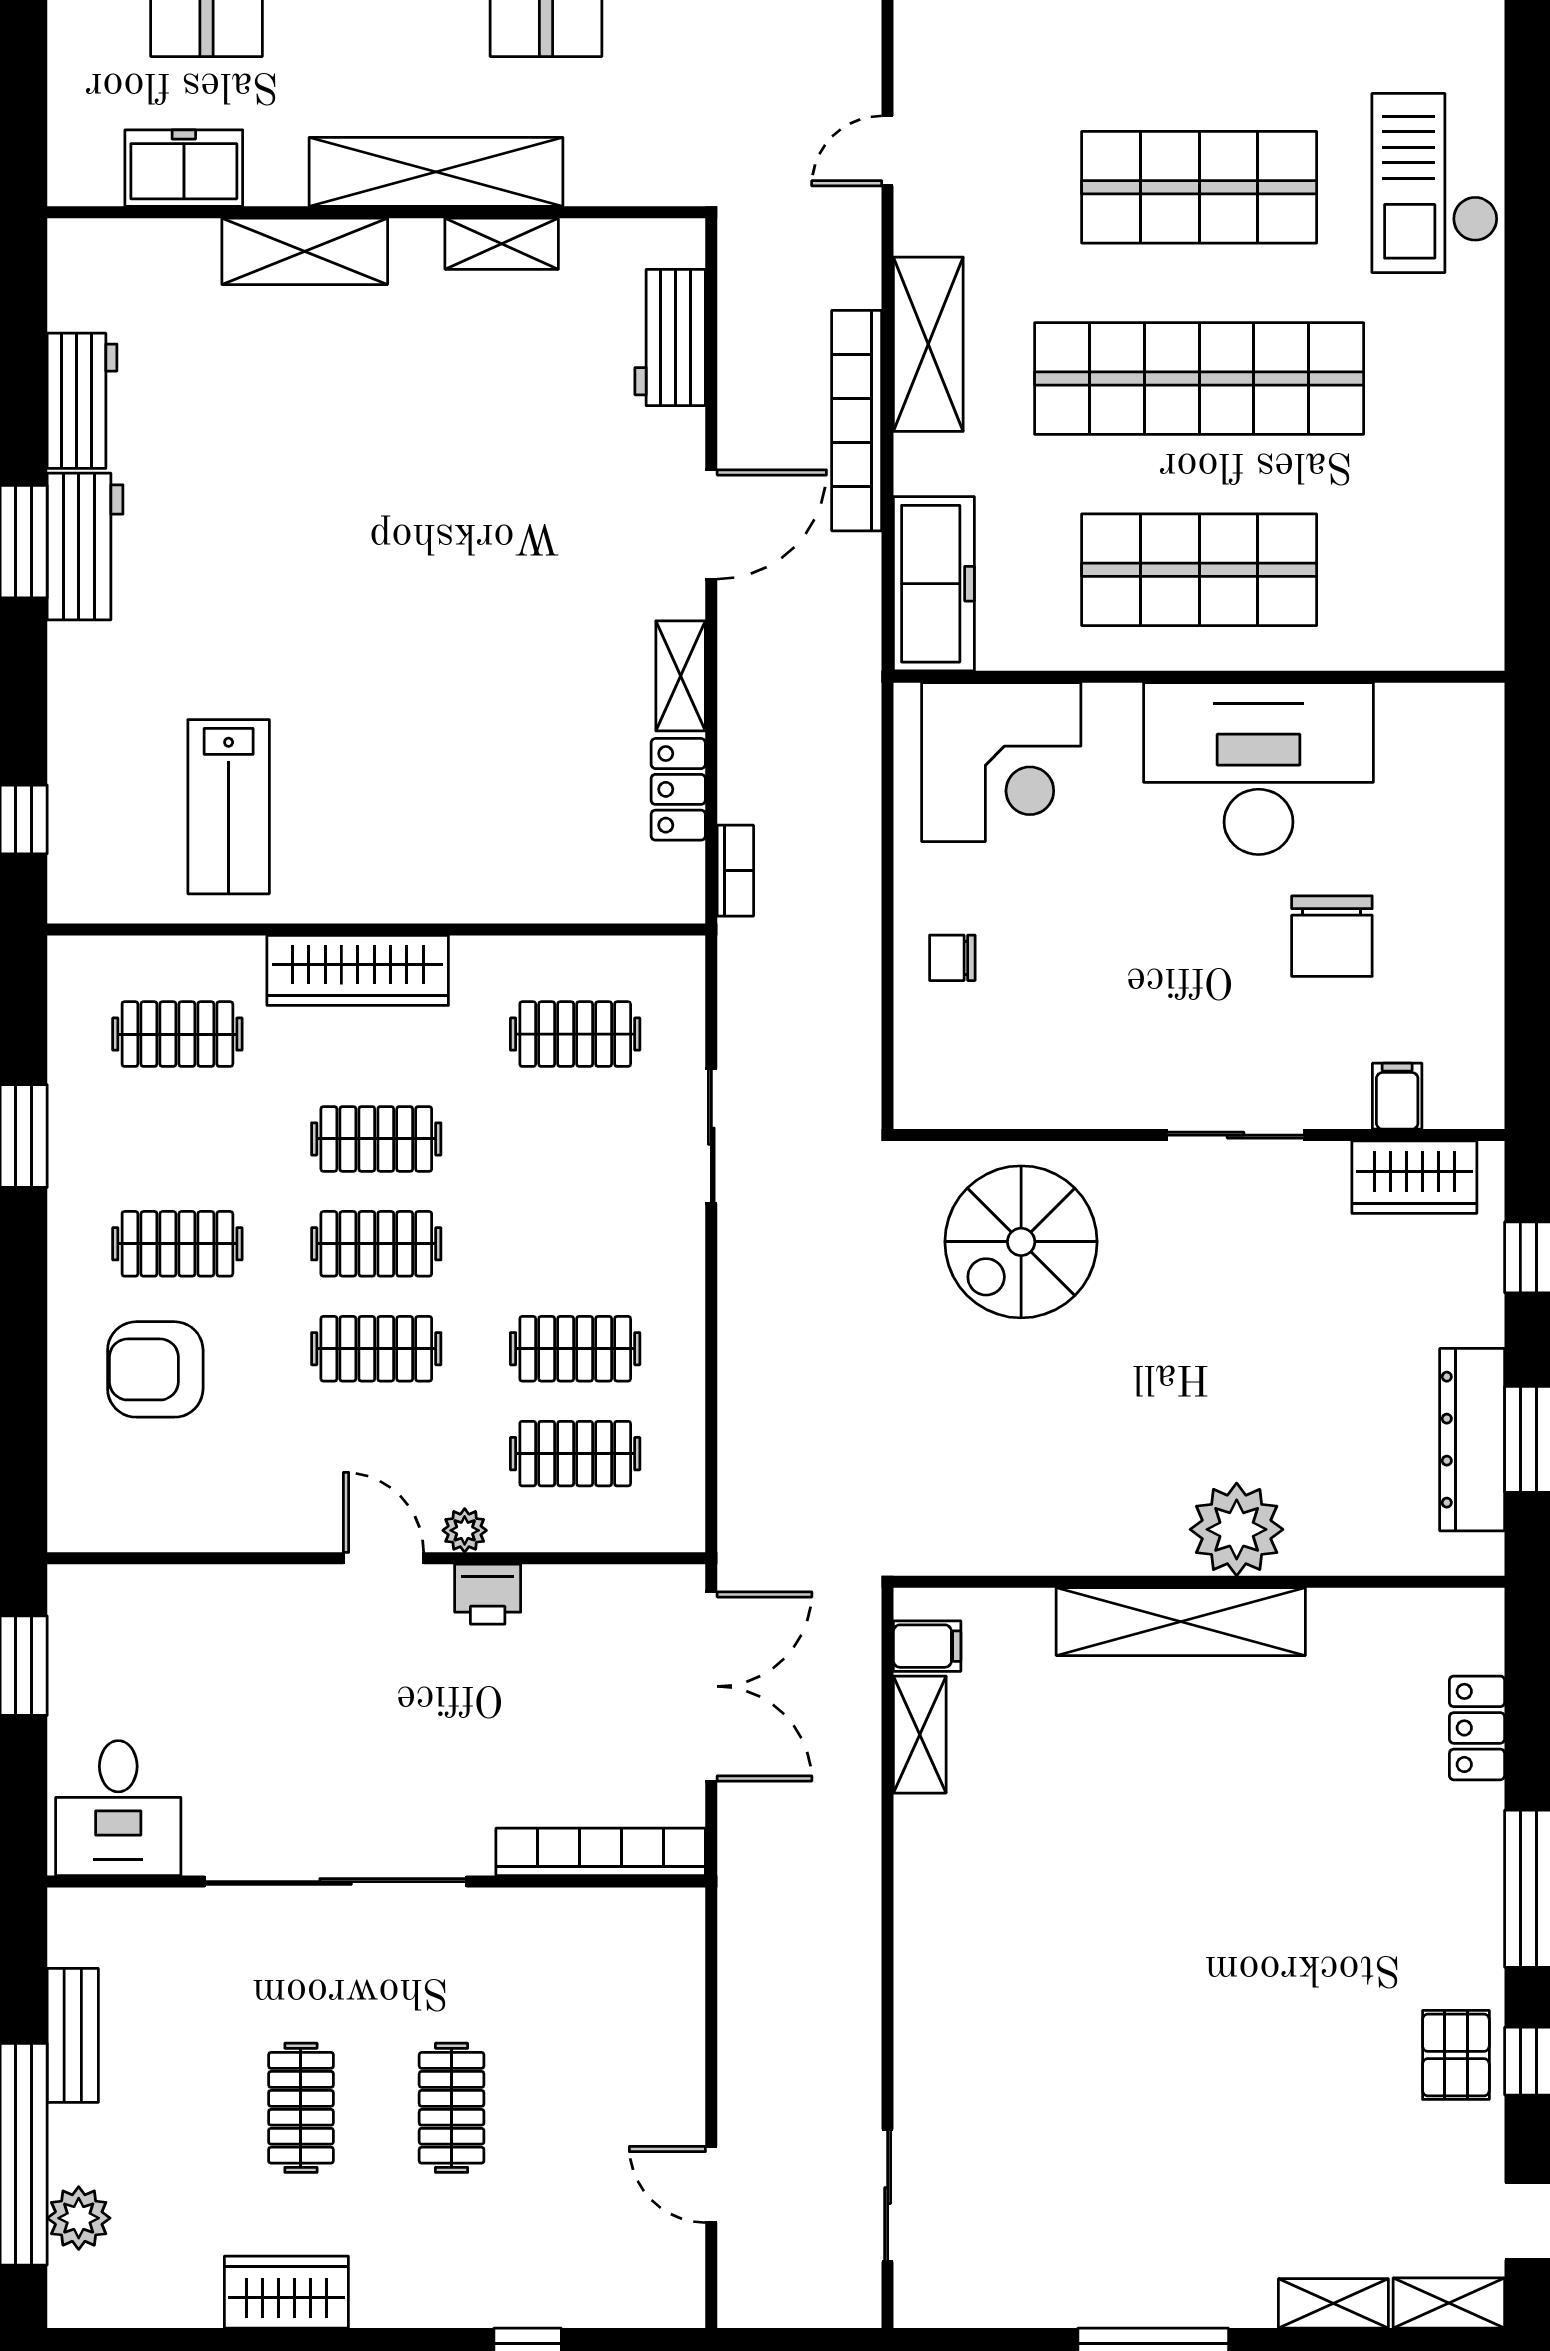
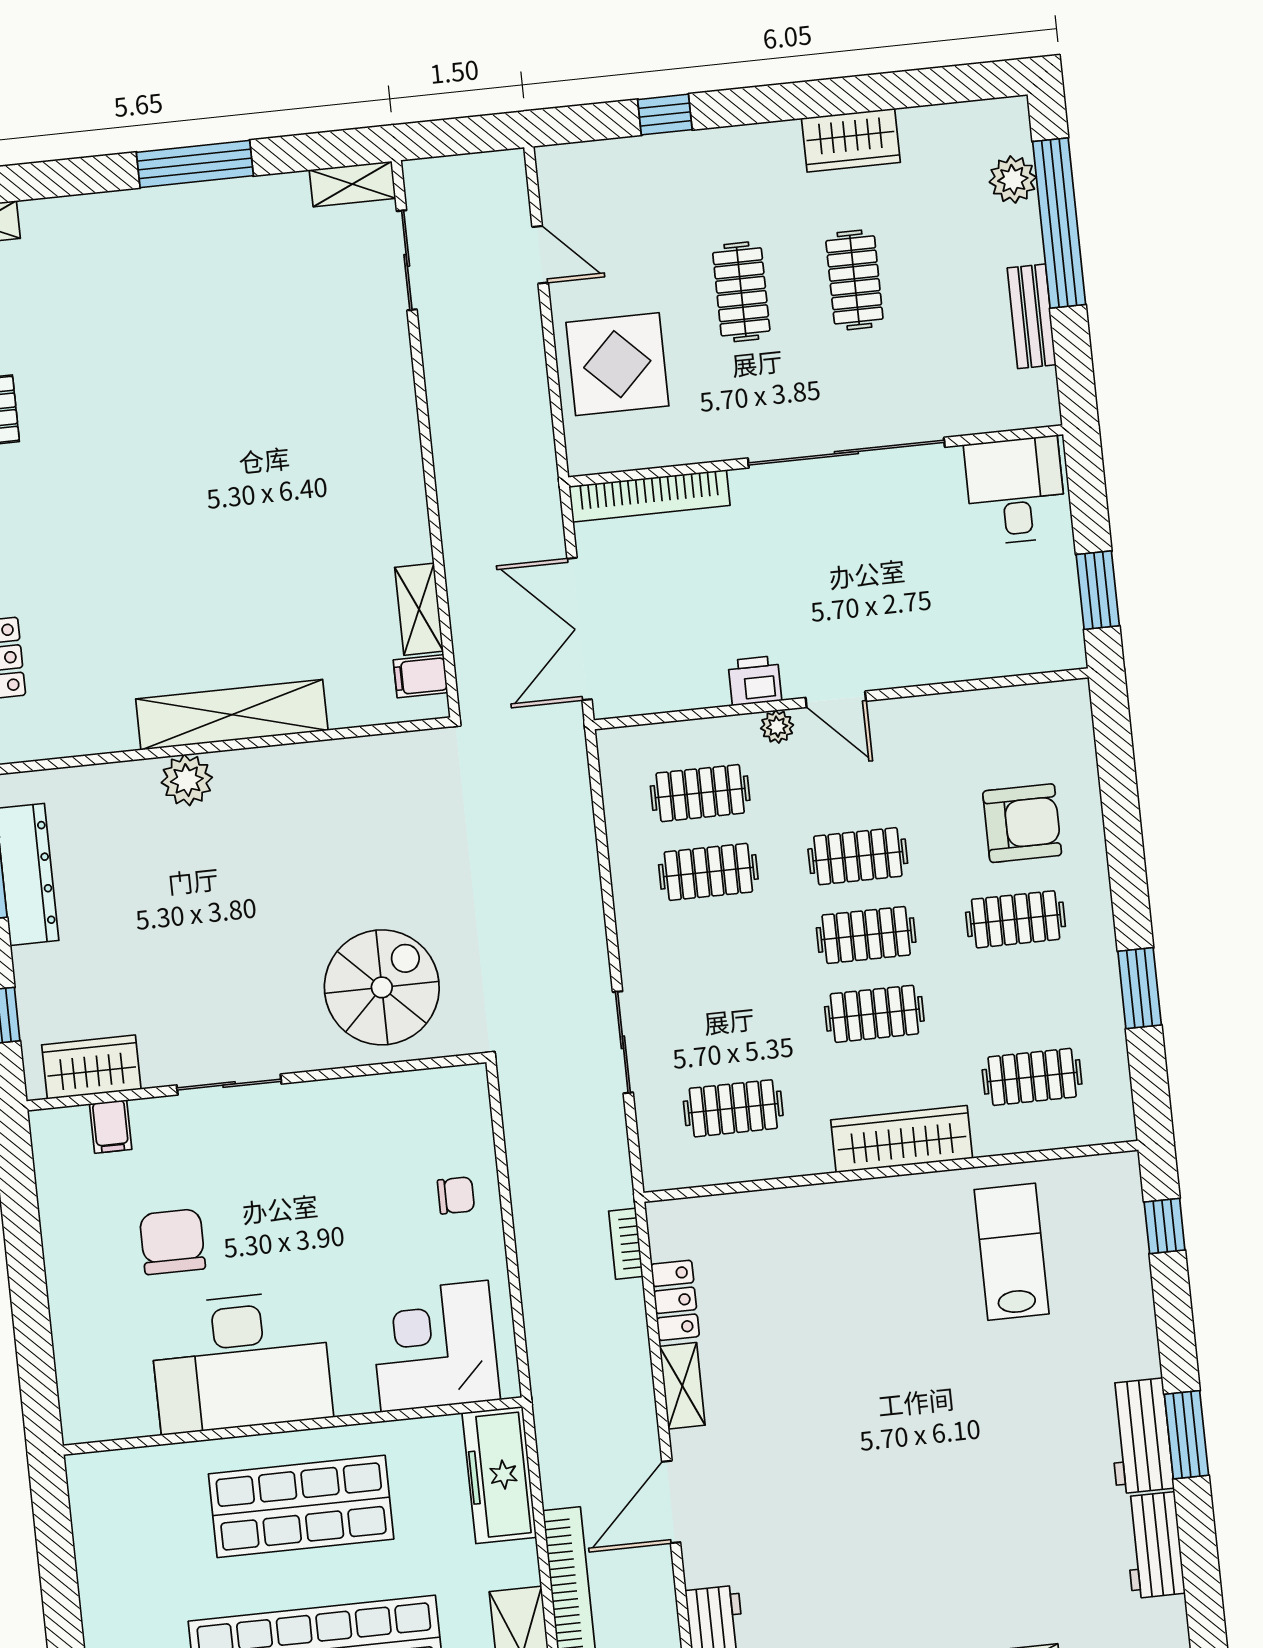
plant: (1237, 1529) -> (187, 780), width x0.73, depth x0.73
display table: (625, 2030) -> (617, 364), added
shelving: (1333, 2303) -> (353, 184), moved

